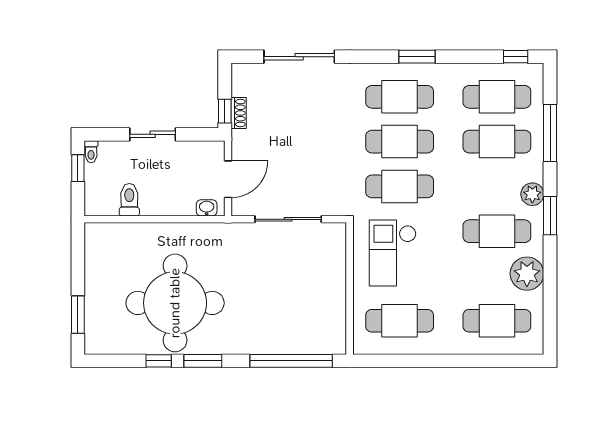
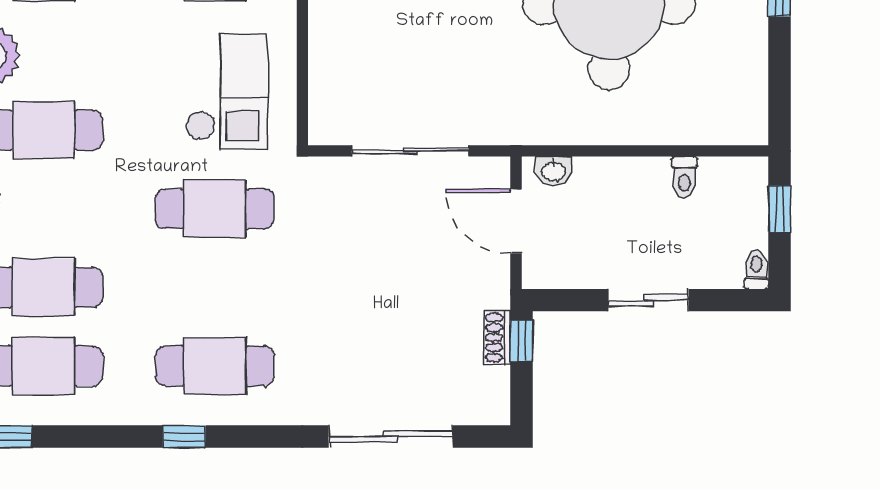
window: (417, 57) -> (184, 436), width x0.67
cafe table: (400, 142) -> (215, 287), removed
window: (78, 168) -> (779, 209), moved
door: (228, 179) -> (516, 221), hinge flipped
toilet: (129, 200) -> (684, 177), width x0.73, depth x0.72

